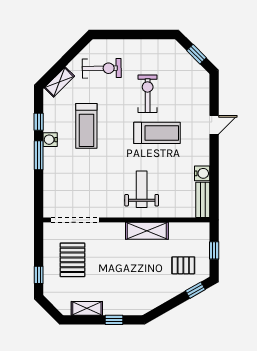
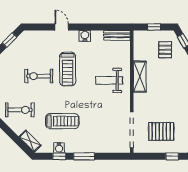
exercise bike: (102, 68) -> (20, 110), turned 91
treadmill: (157, 133) -> (68, 69), turned 180
water cooler: (50, 140) -> (59, 148), moved
water cooler: (202, 173) -> (85, 36), moved

